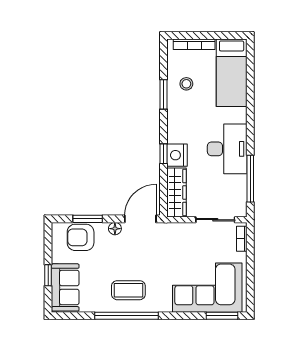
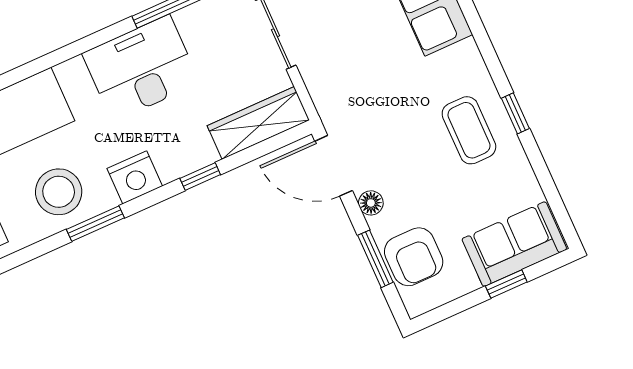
stool: (186, 84) -> (59, 192), width x1.89, depth x1.89
nightstand: (177, 155) -> (135, 177), moved
window: (127, 316) -> (515, 113), width x0.32

